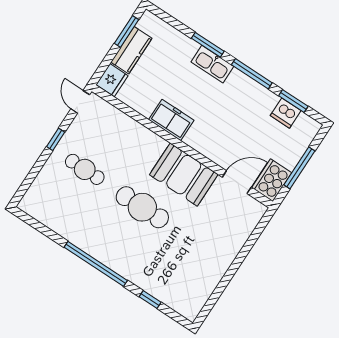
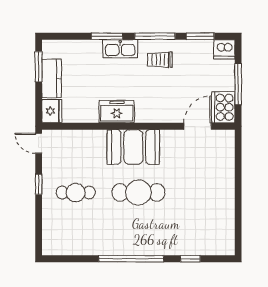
trolley: (242, 98) -> (160, 60), added
dishwasher: (286, 113) -> (224, 49), moved
booth: (184, 175) -> (133, 147), moved

